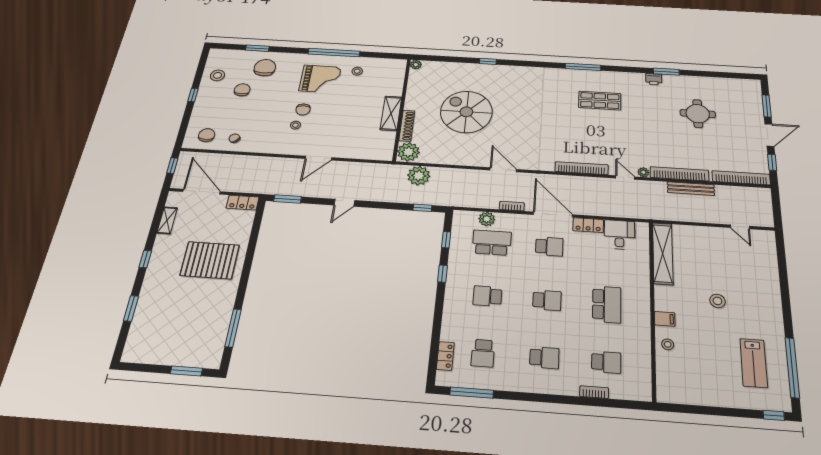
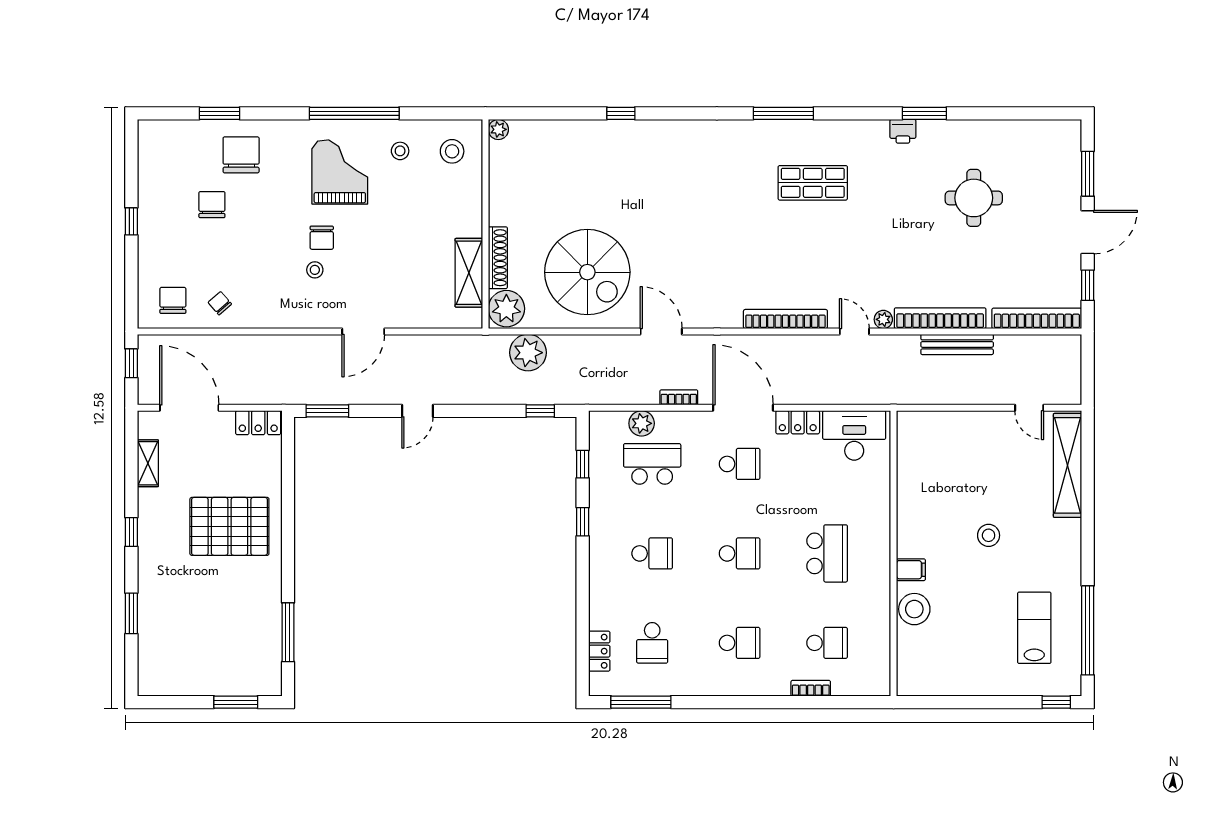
stool: (217, 75) -> (452, 151), moved
grand piano: (320, 79) -> (340, 172), turned -90
spiral stairs: (466, 112) -> (587, 272), moved, turned 180
shelving: (391, 113) -> (469, 273), moved
desk: (619, 235) -> (854, 435), width x1.37
shelving: (663, 253) -> (1068, 465), moved
school desk: (487, 296) -> (652, 553), turned 180
stool: (668, 344) -> (914, 609), width x1.89, depth x1.89
lab bench: (754, 363) -> (1034, 628), turned 180

